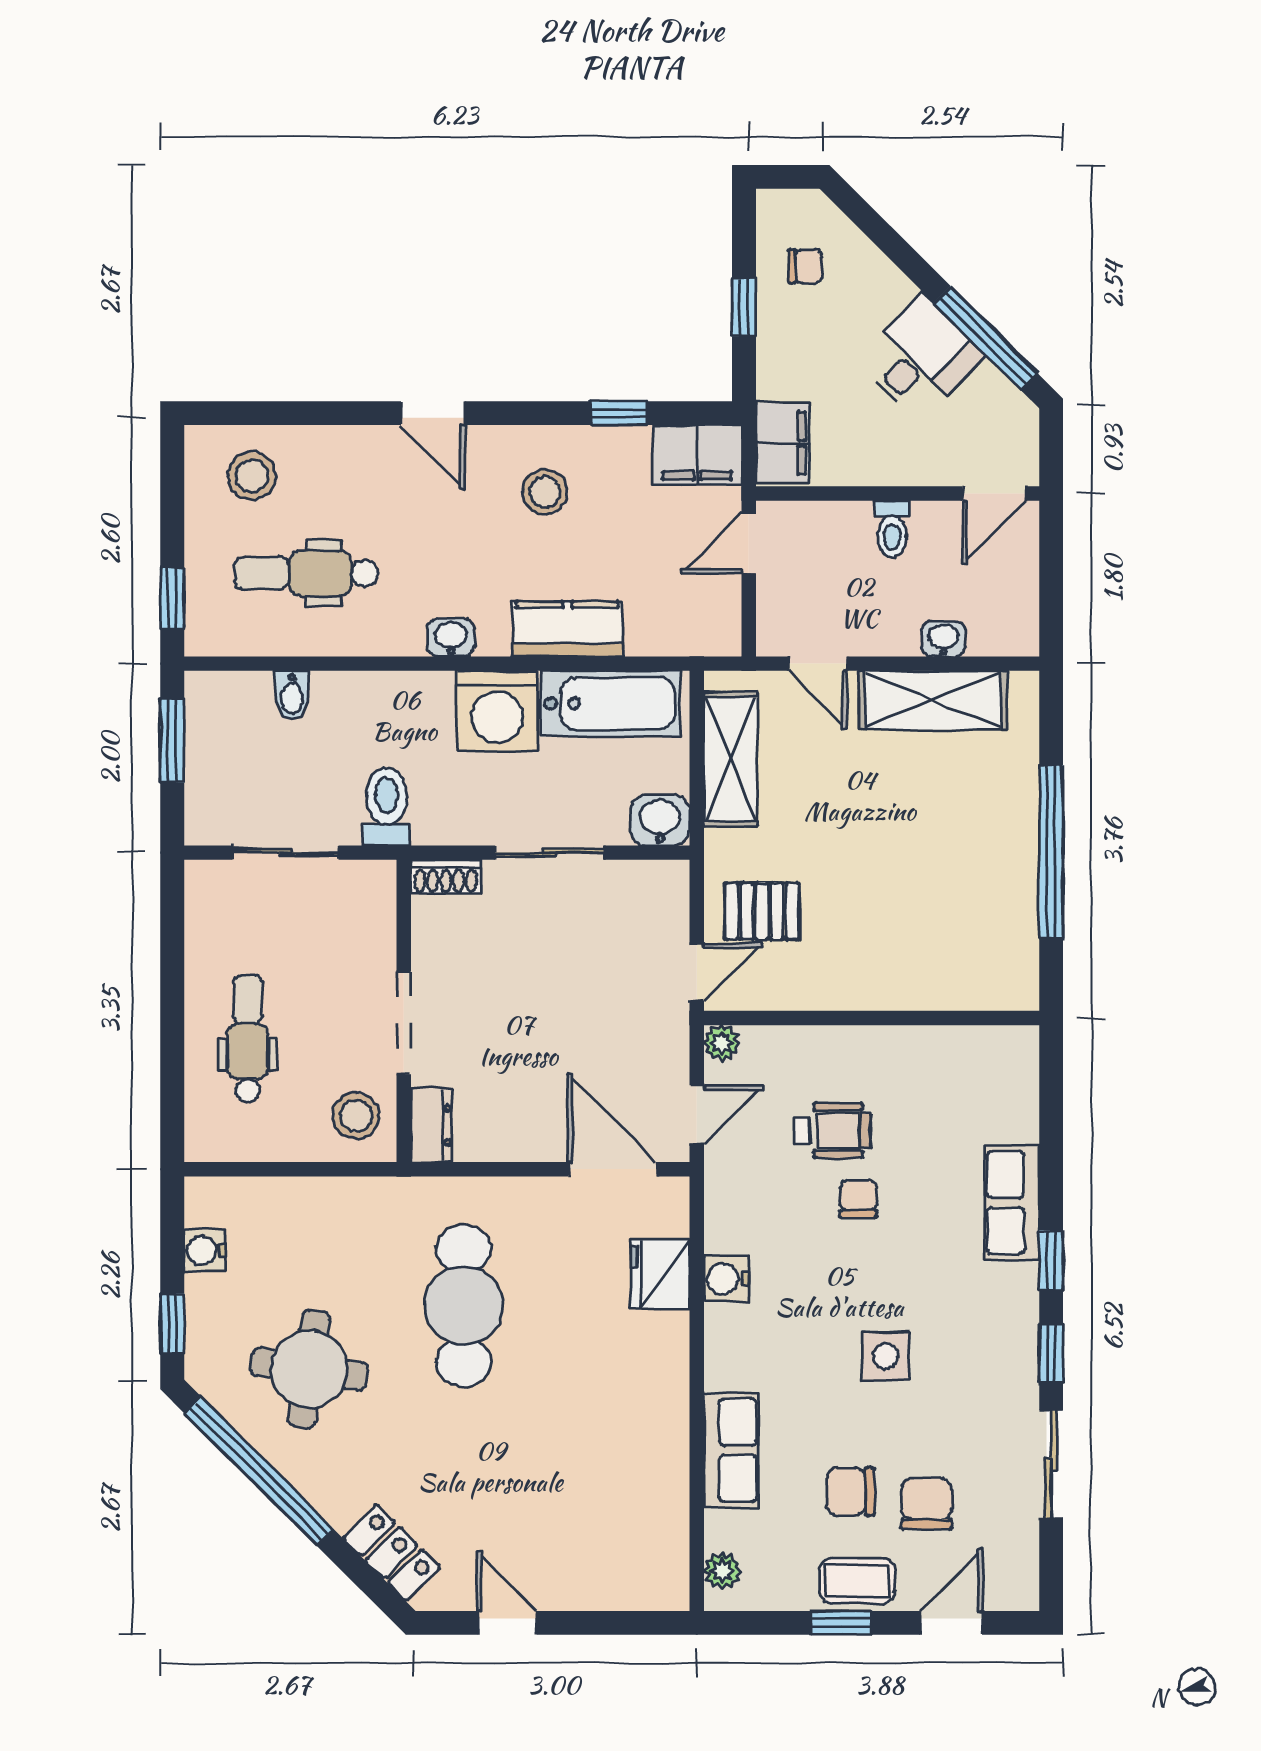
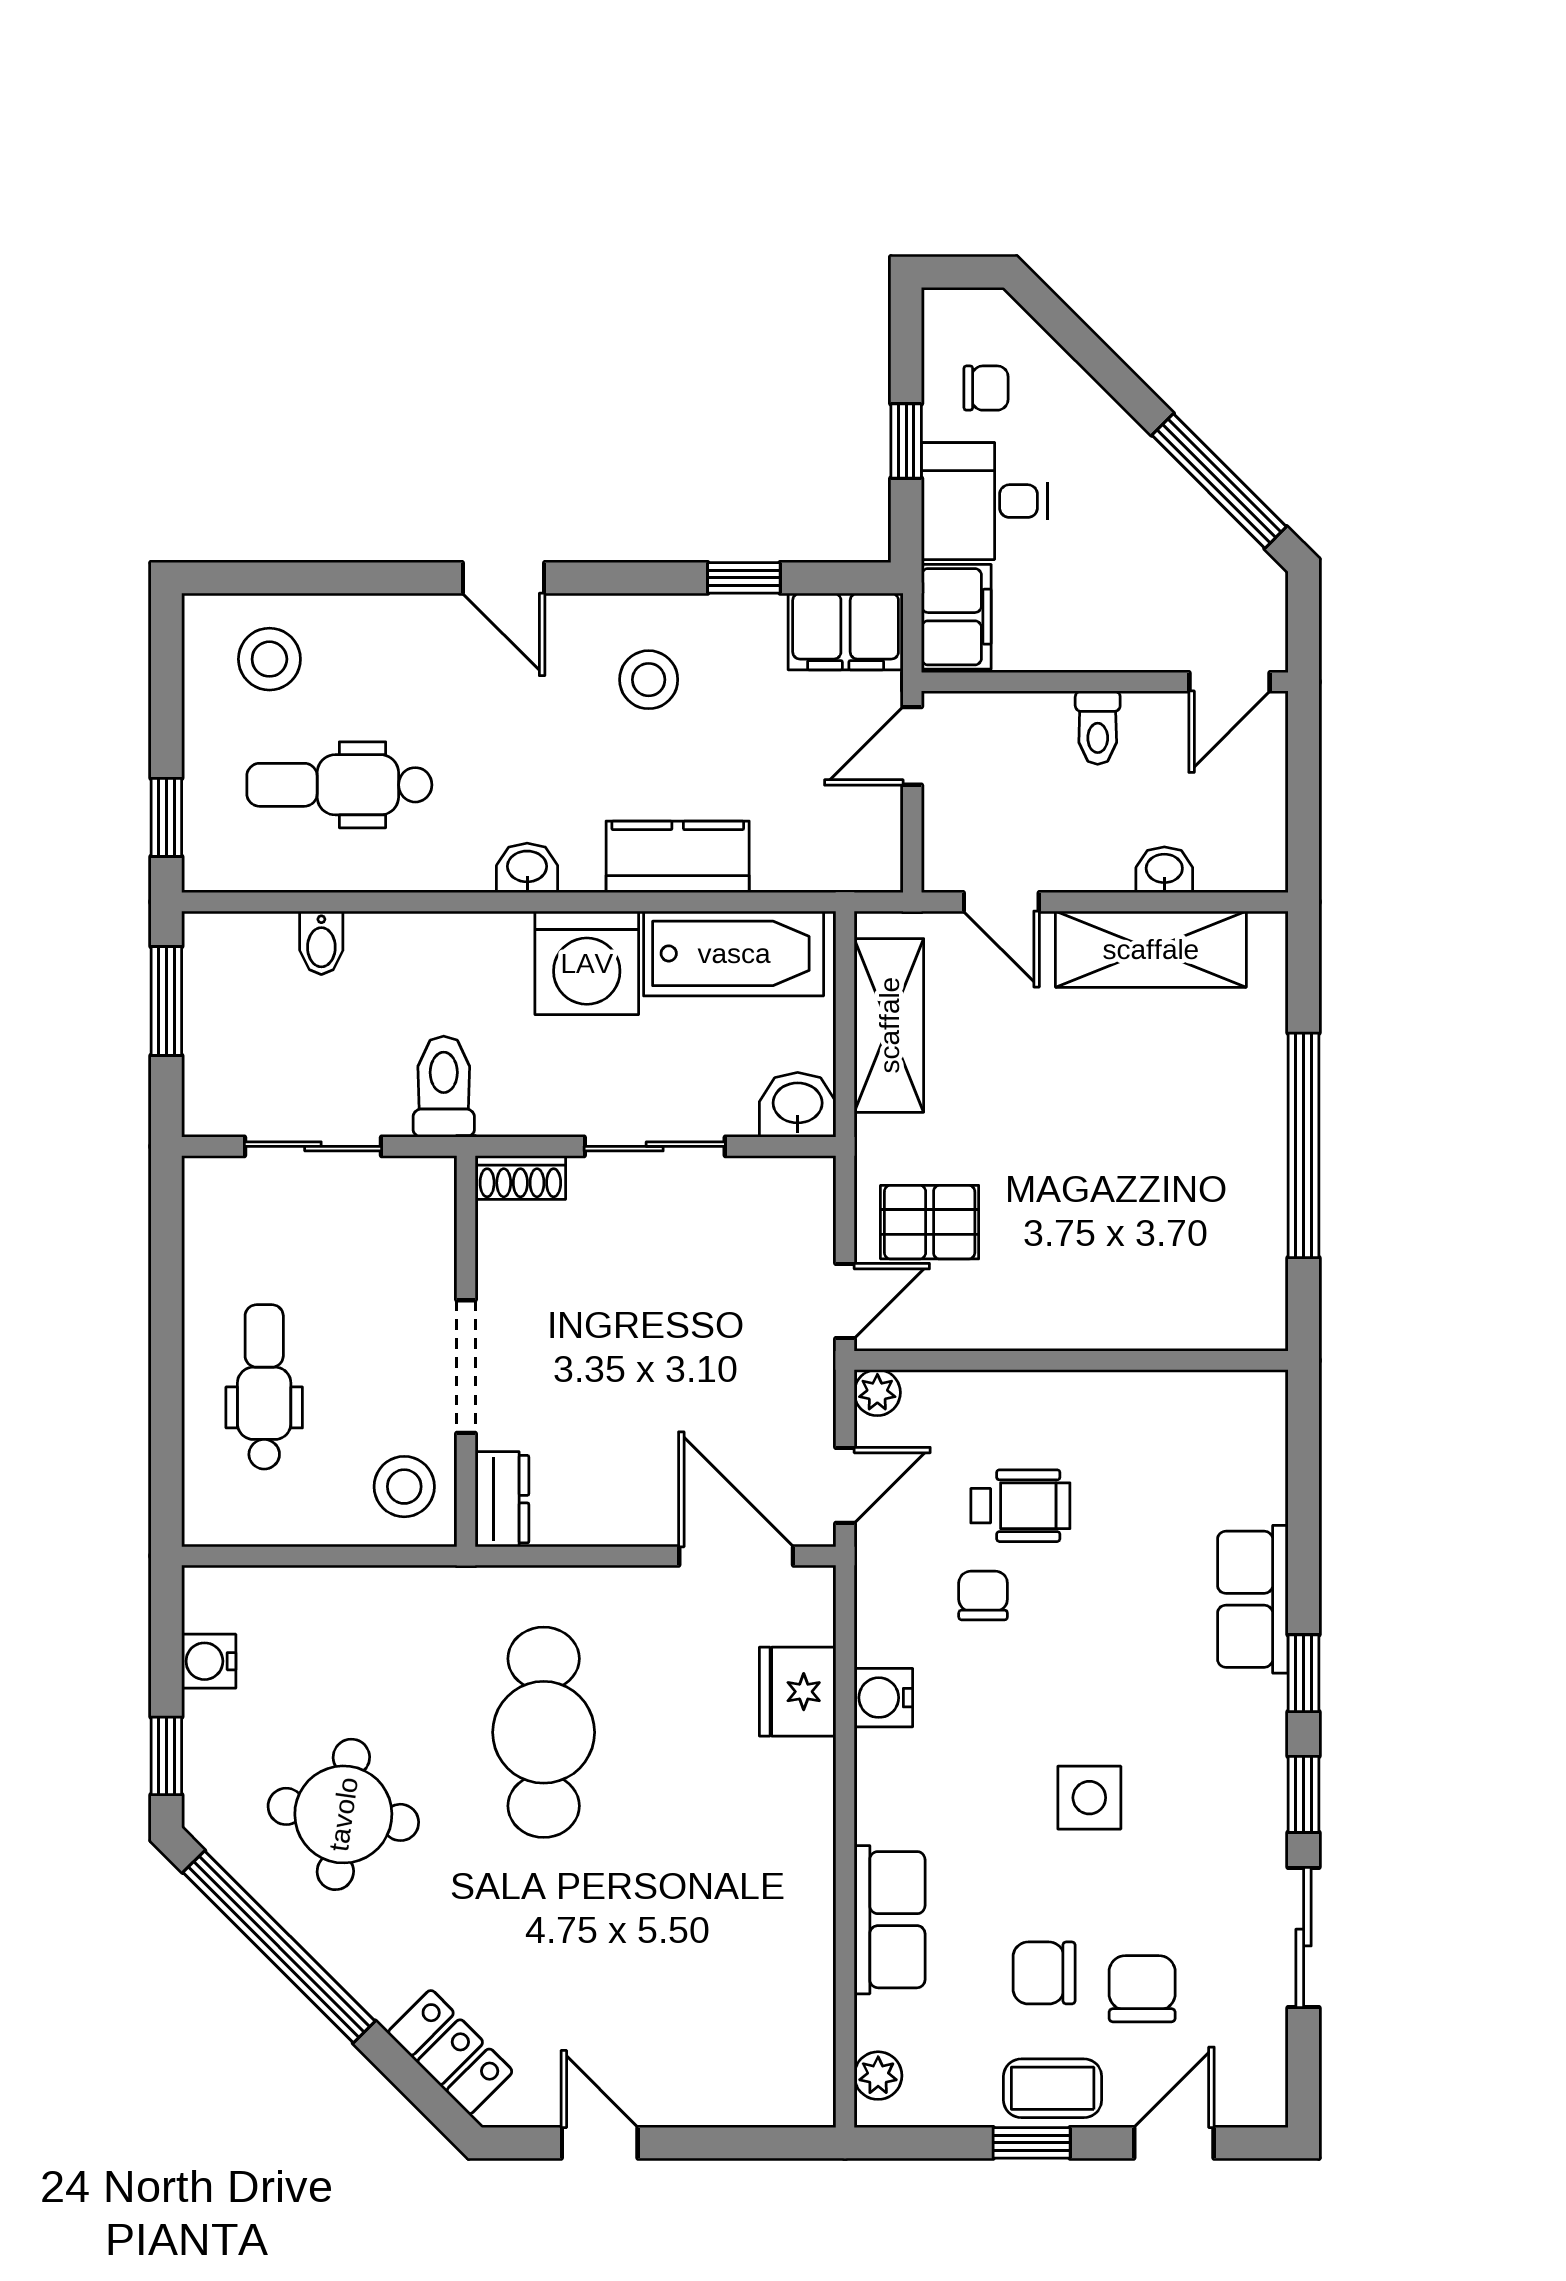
desk: (920, 358) -> (984, 501), moved, turned -135
chair: (858, 1199) -> (983, 1596), moved

